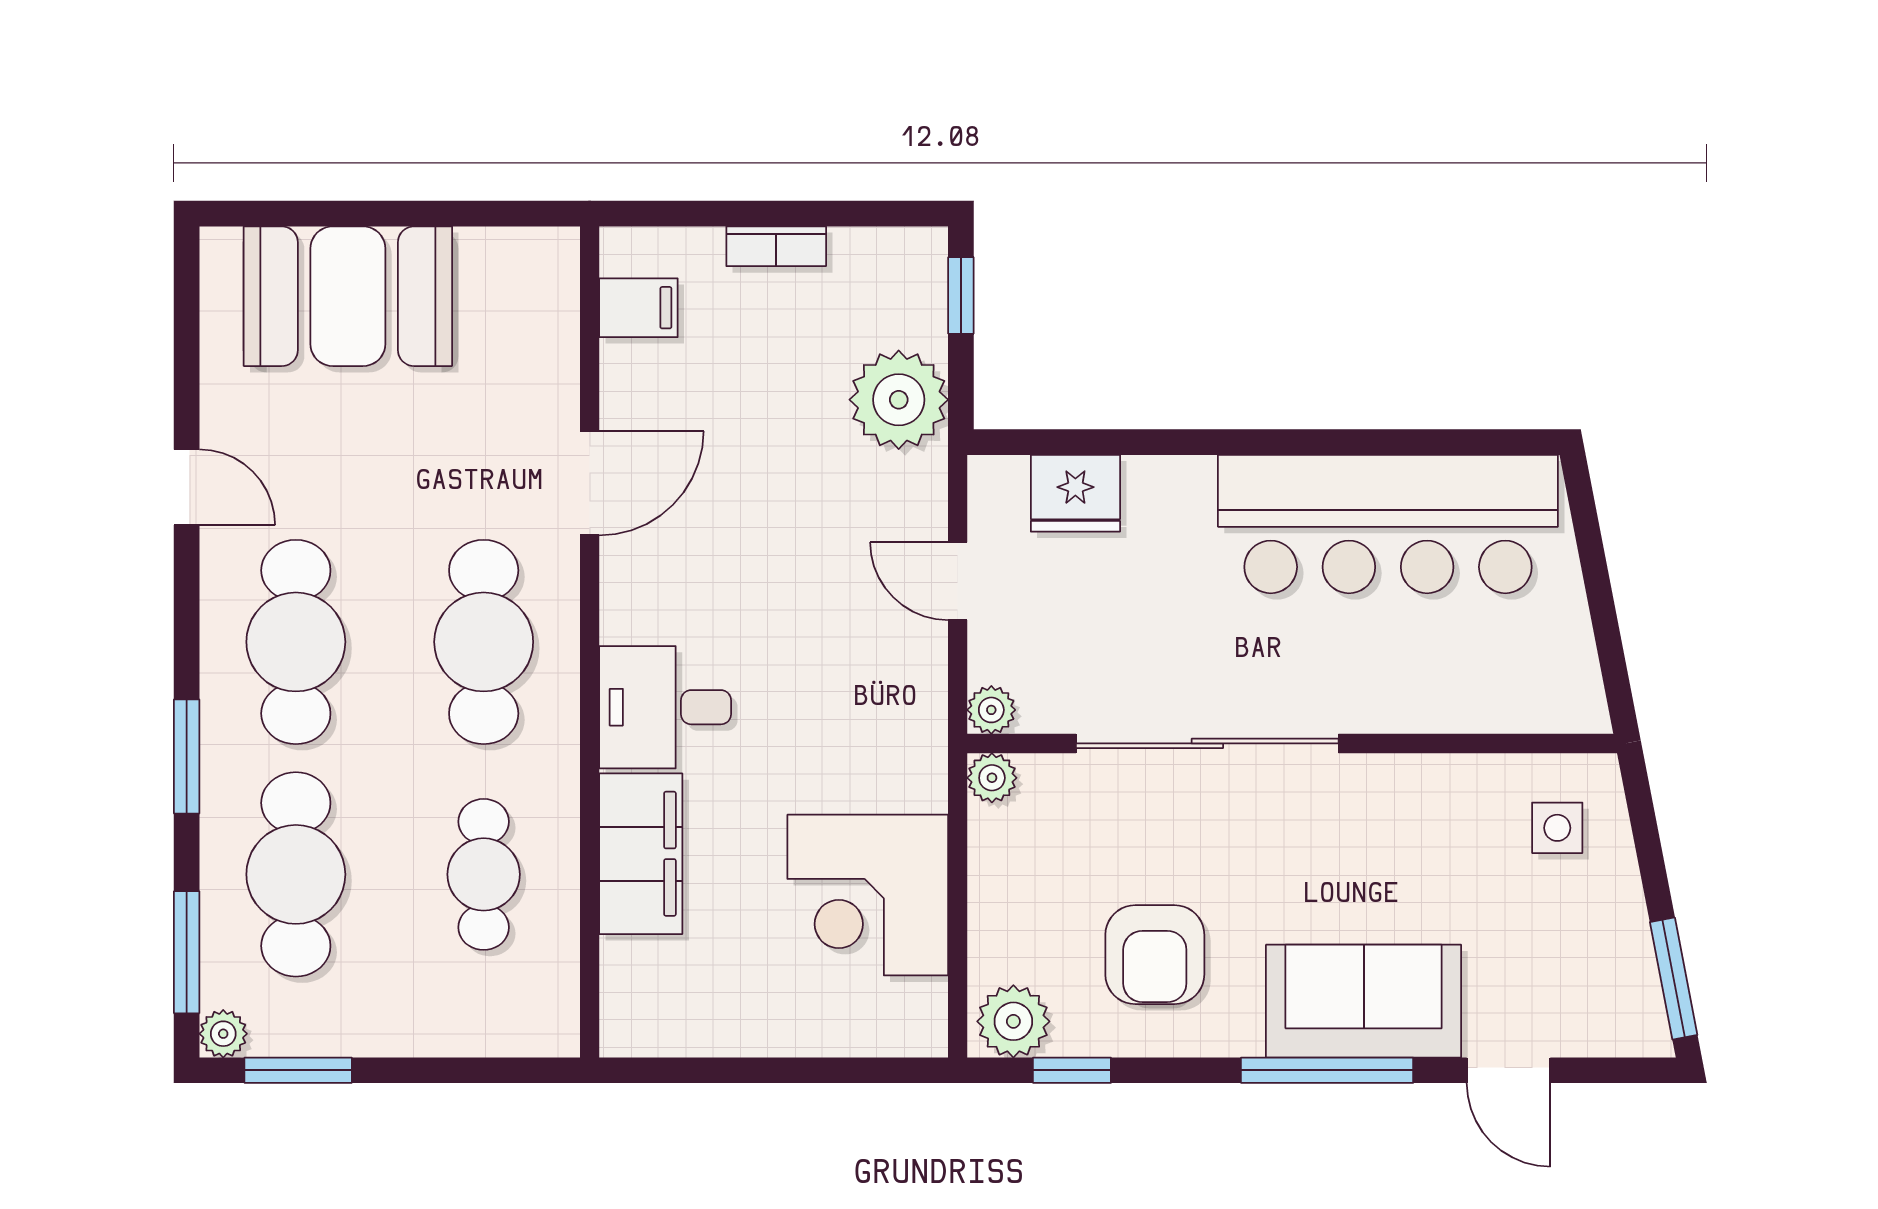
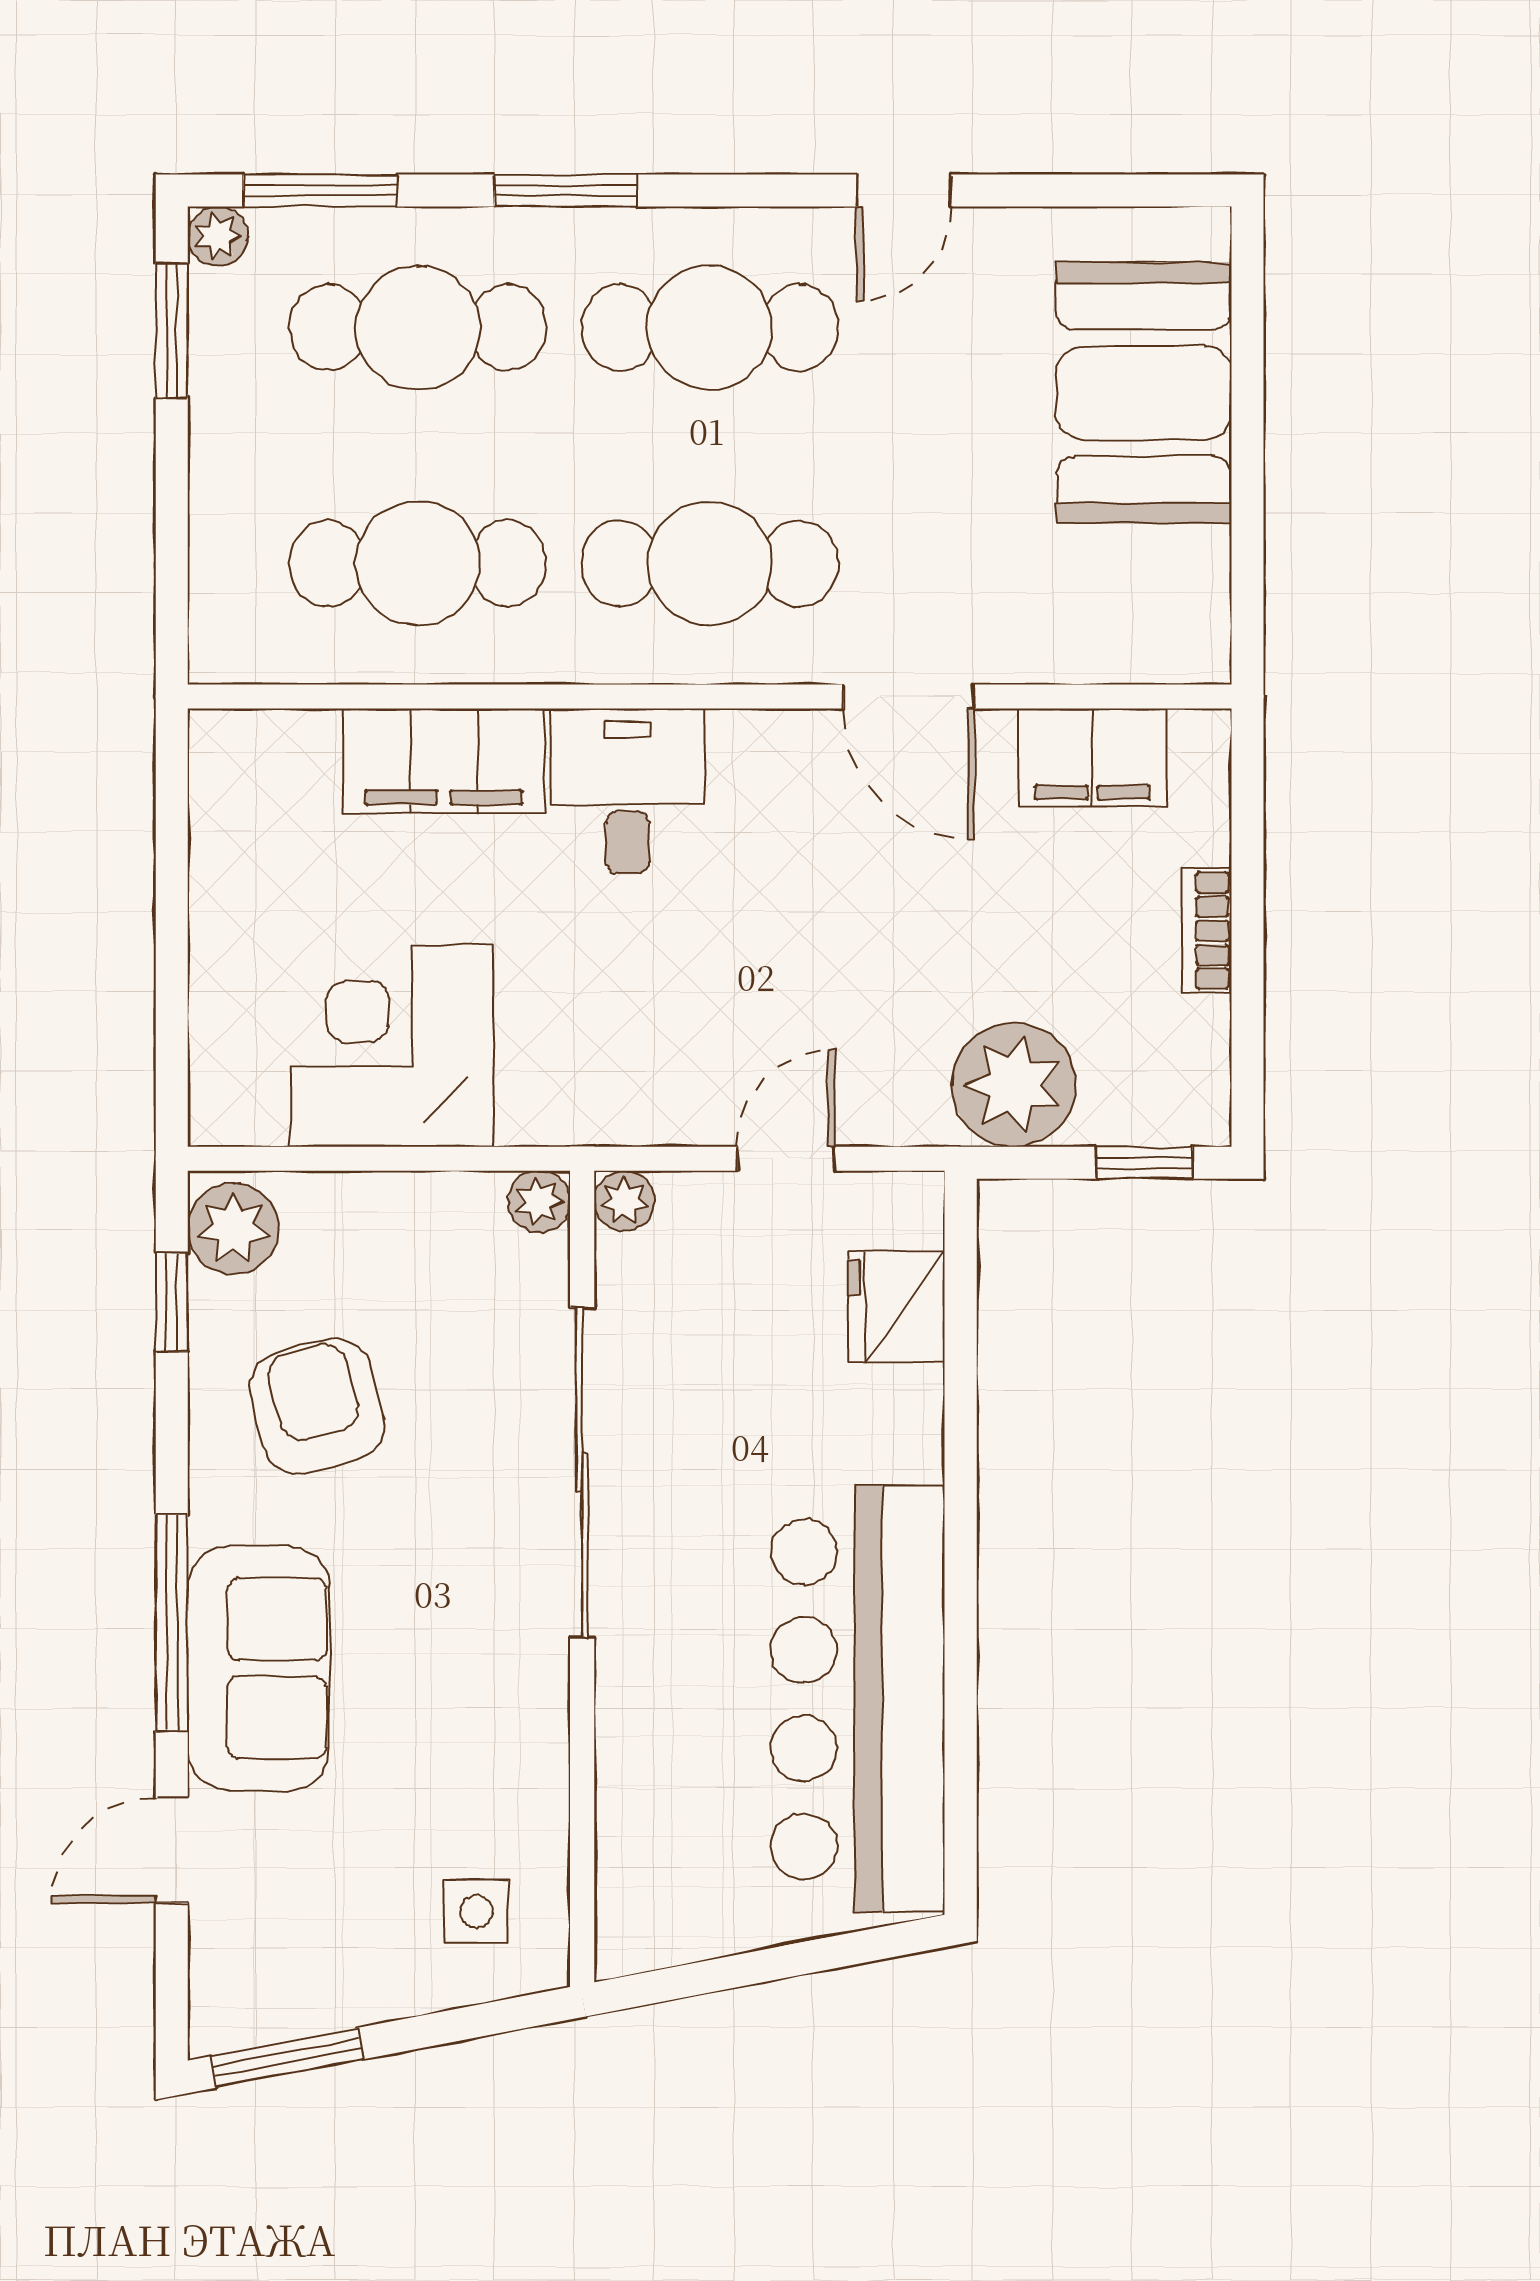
filing cabinet: (638, 308) -> (1092, 758), width x2.00
cafe table: (484, 874) -> (418, 563), width x1.37, depth x1.35
armchair: (1155, 955) -> (317, 1406), turned 75

